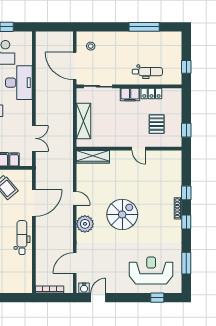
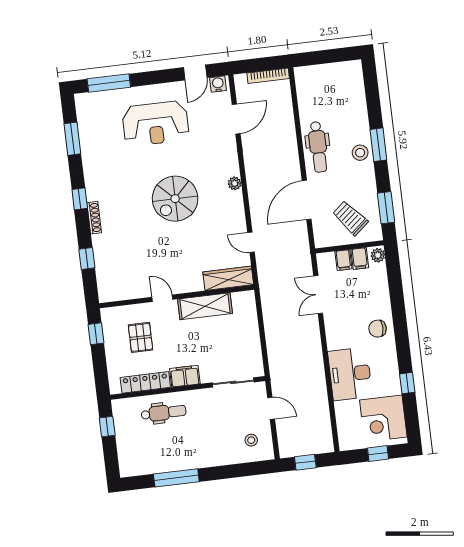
window: (56, 27) -> (305, 462), added
door: (75, 66) -> (271, 408), width x0.53
dental chair: (147, 72) -> (164, 413), turned 180
locker: (151, 93) -> (145, 382), width x1.53
shelving: (84, 121) -> (205, 306), moved, turned 90
window: (186, 193) -> (87, 258), moved
door: (75, 198) -> (251, 242), moved
plant: (85, 224) -> (235, 183), width x0.53, depth x0.53
reception desk: (151, 270) -> (155, 123), moved
window: (157, 298) -> (109, 83), width x2.17

